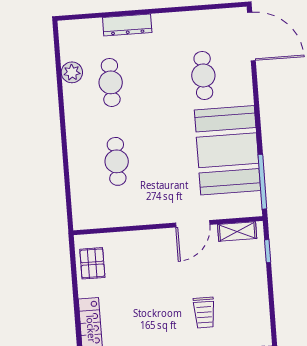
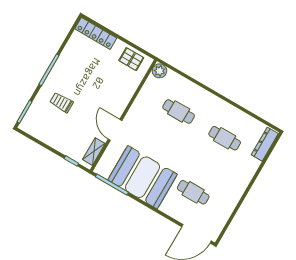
dresser: (127, 25) -> (265, 144), moved
plant: (72, 72) -> (159, 71), moved

